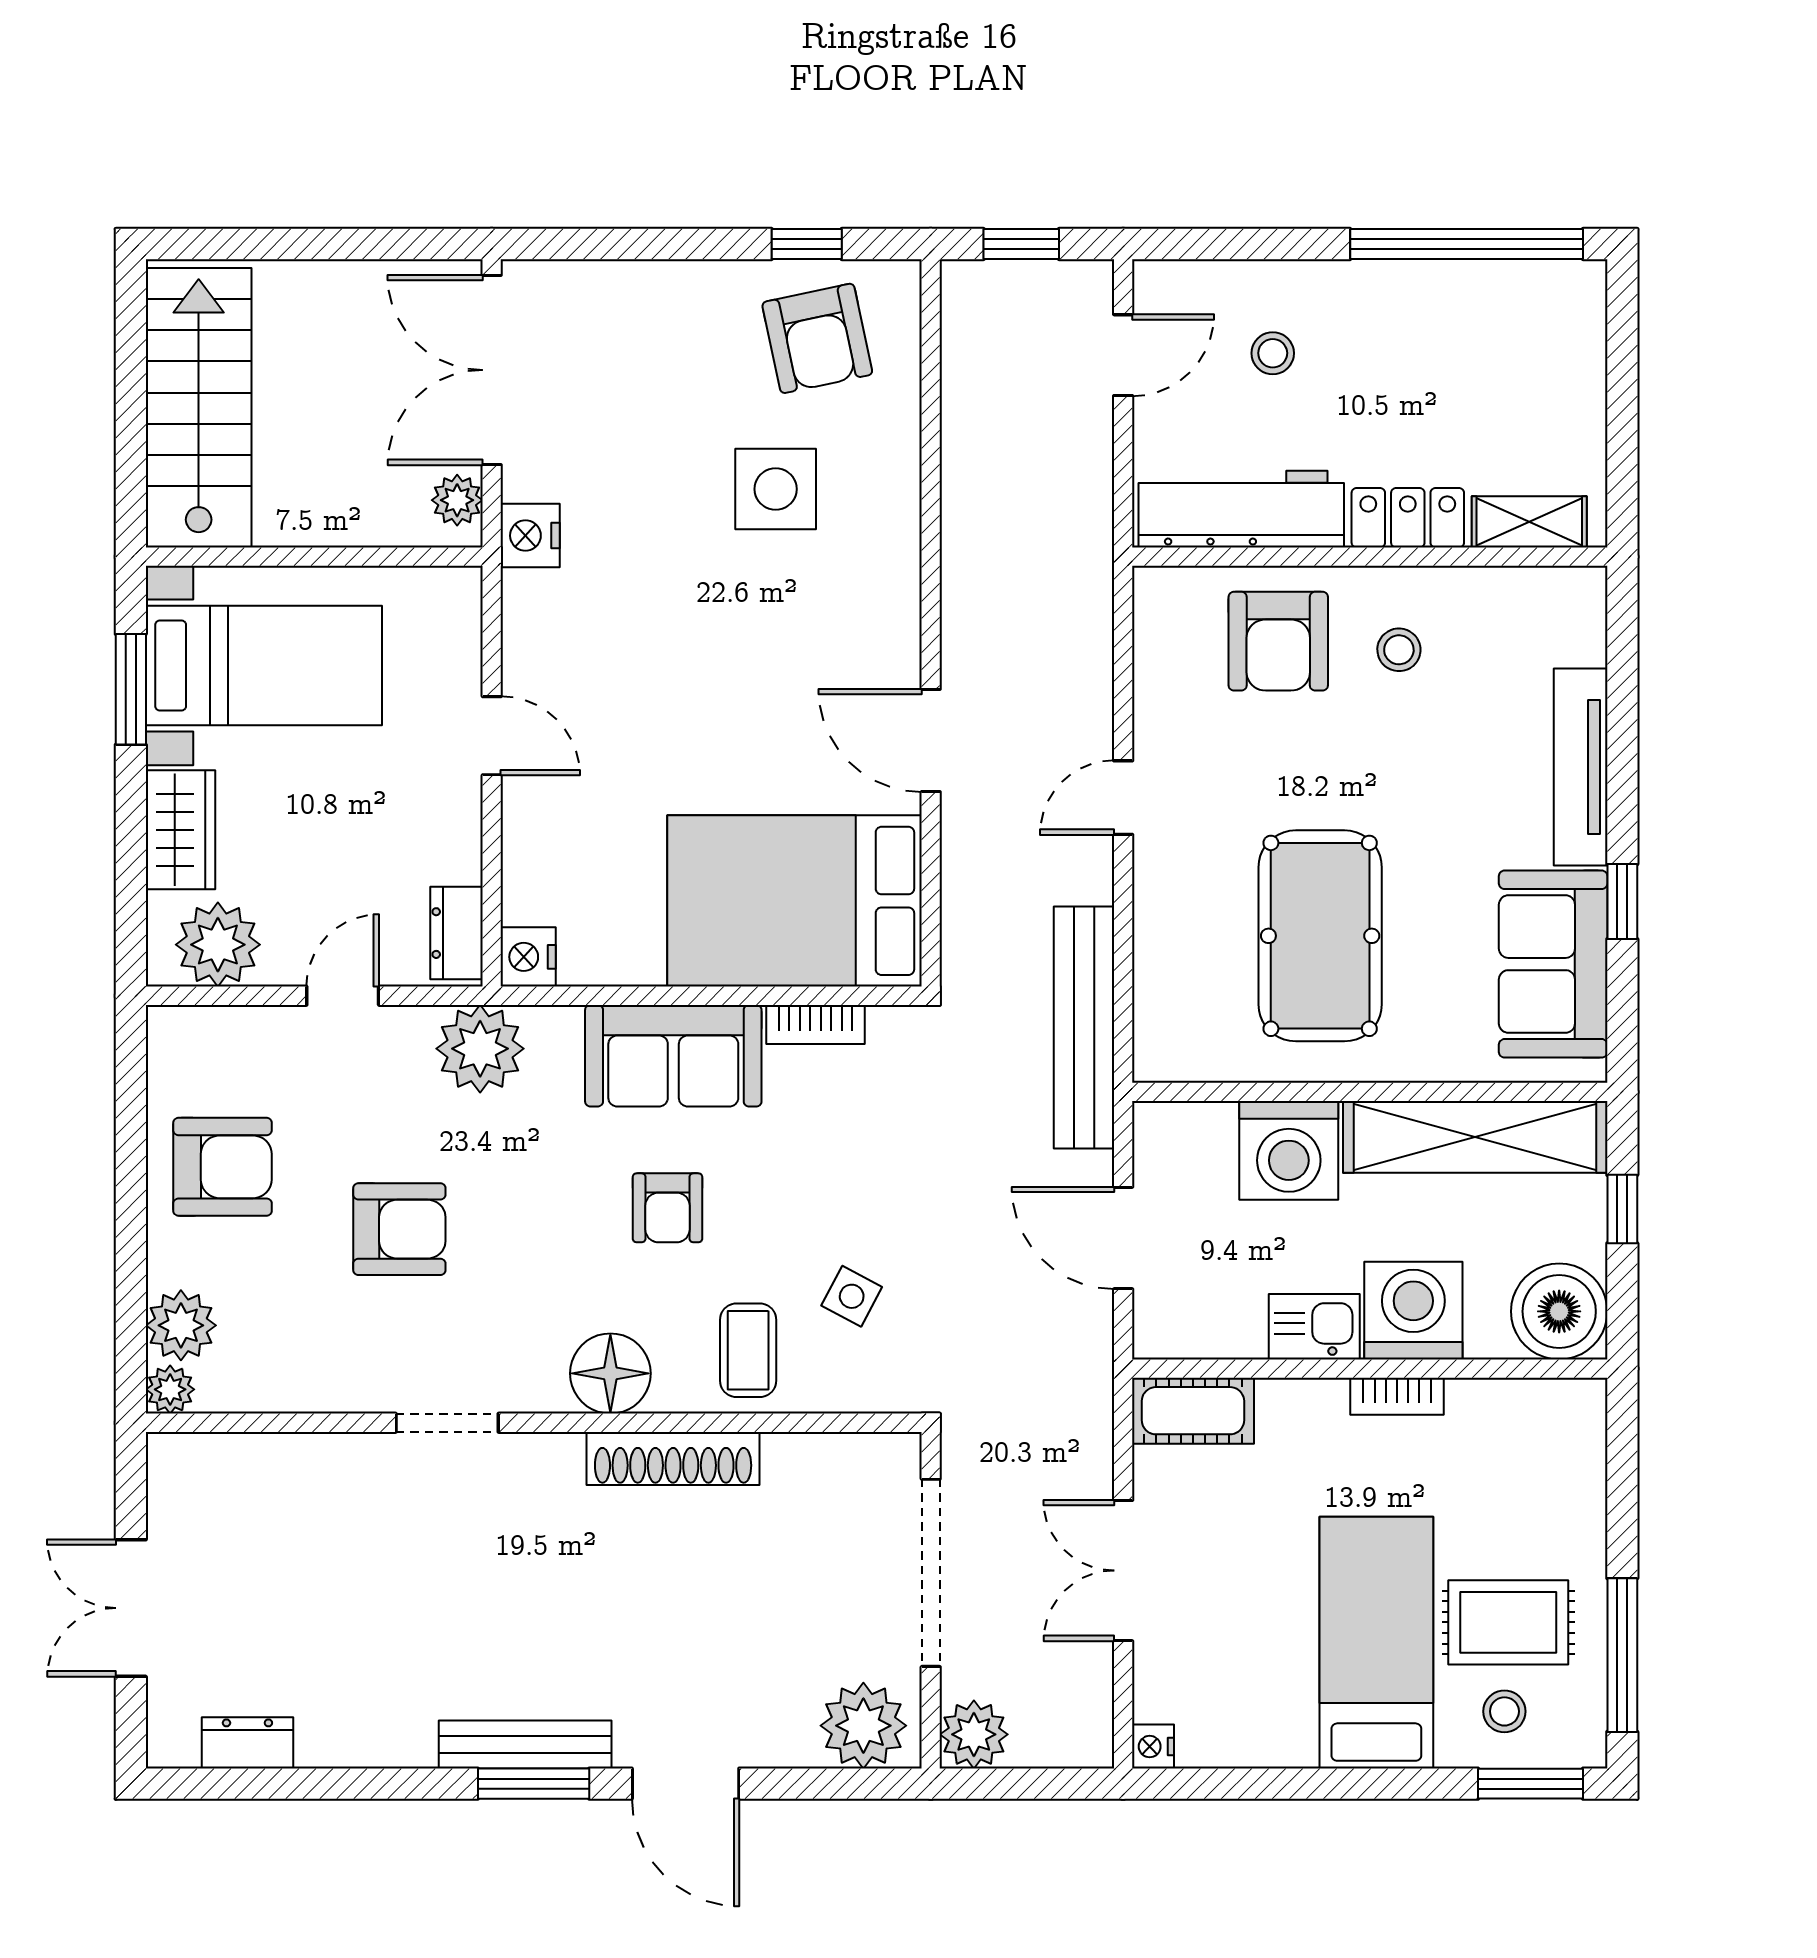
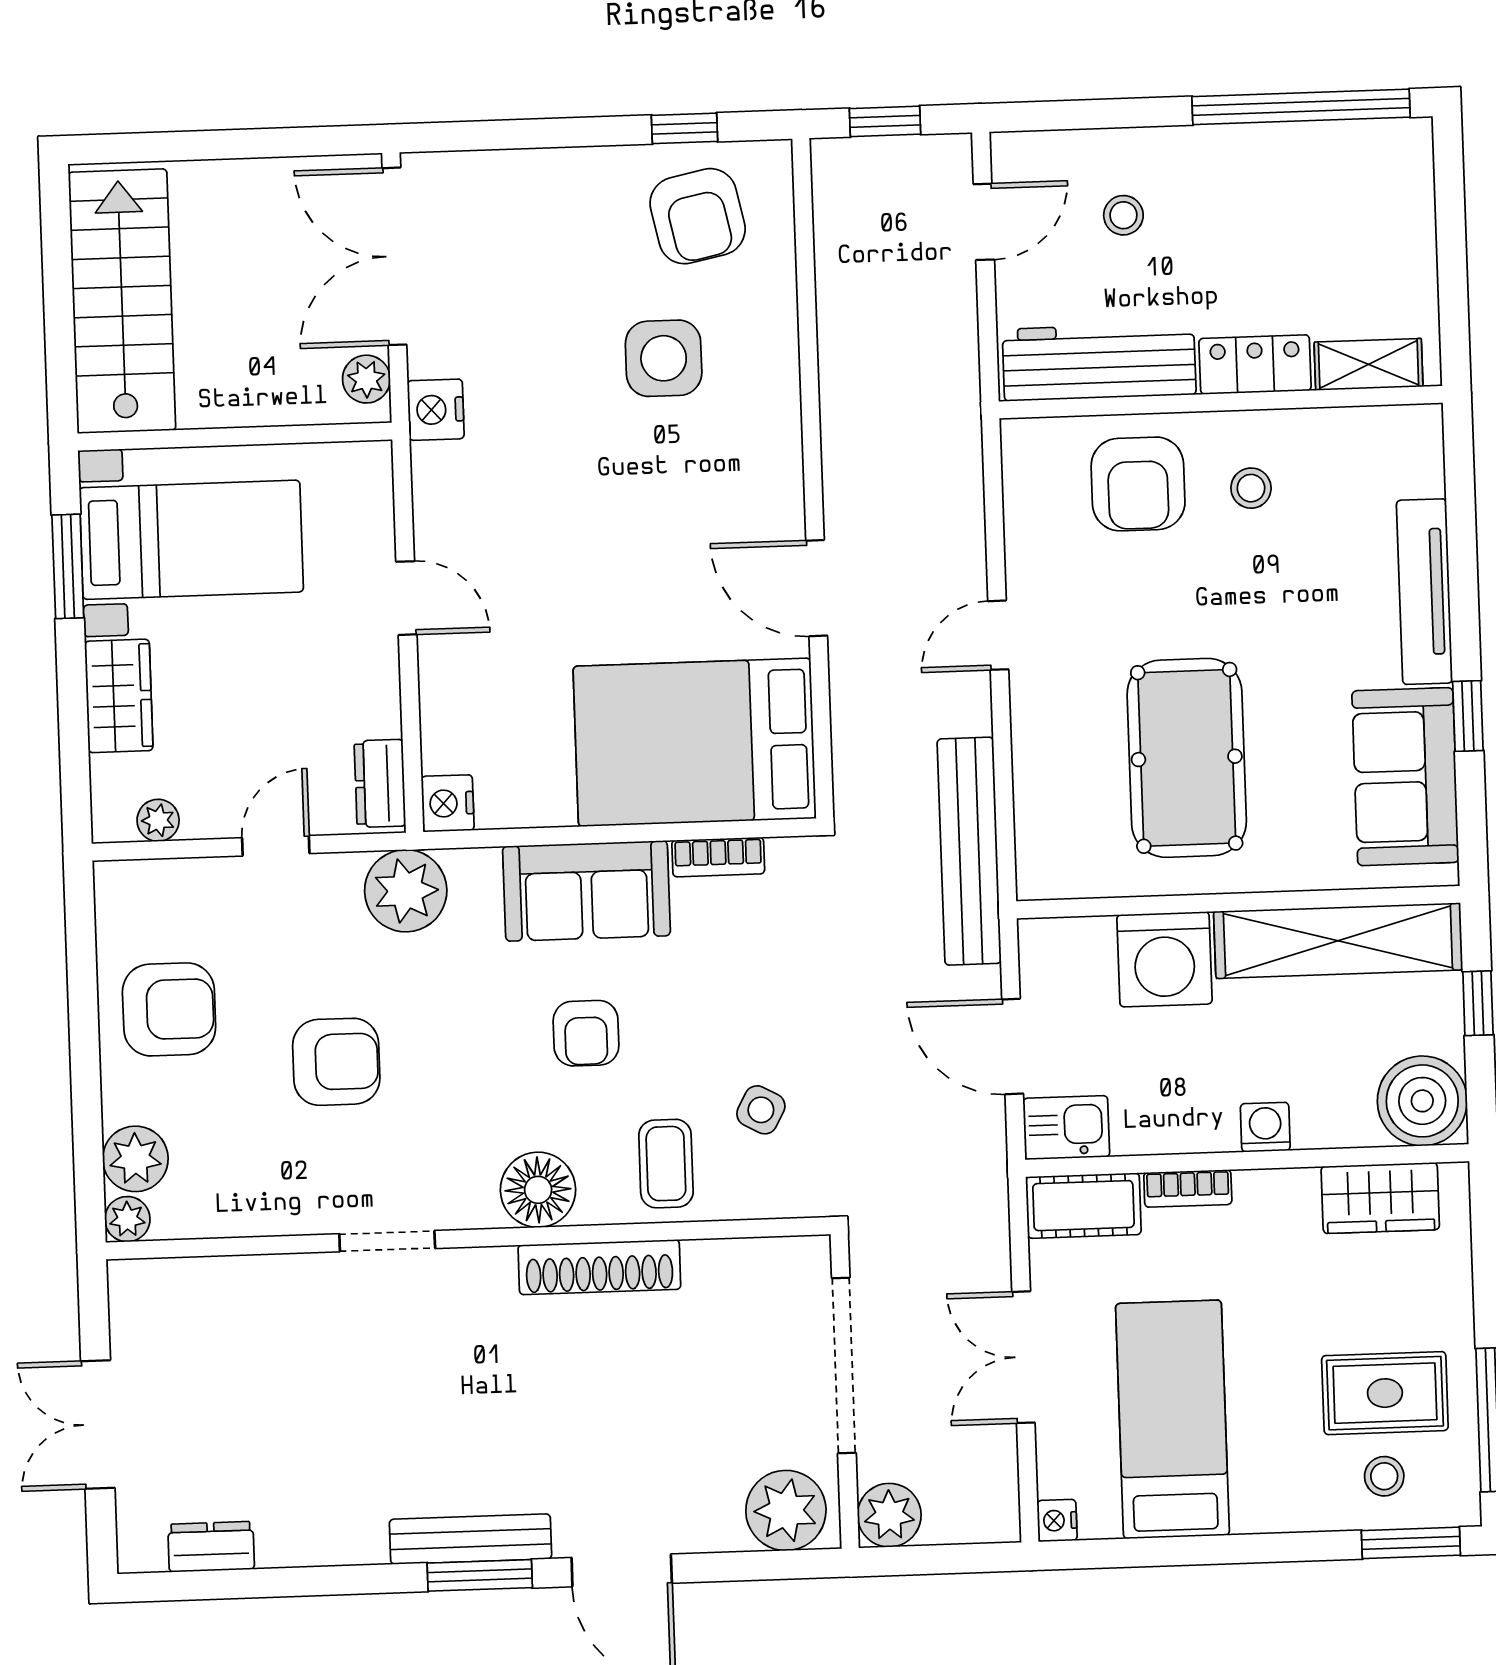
plant: (218, 945) -> (158, 820), width x0.53, depth x0.53
washing machine: (1413, 1311) -> (1265, 1127), width x0.53, depth x0.53
kitchen sink: (1314, 1327) -> (1066, 1128), moved
bookcase: (1397, 1396) -> (1188, 1188), moved
wardrobe: (1511, 1414) -> (1380, 1198), added
bed: (1376, 1643) -> (1172, 1419), moved

